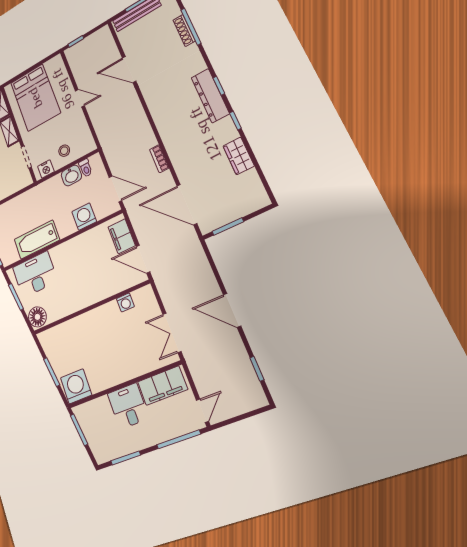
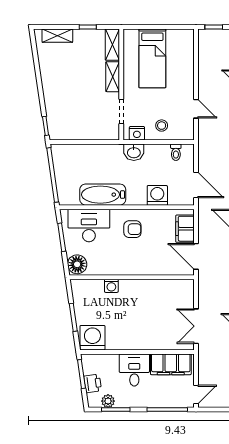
bed: (35, 98) -> (152, 58), width x0.67
door: (80, 98) -> (196, 109), moved
washbasin: (71, 176) -> (134, 152), moved
armchair: (74, 260) -> (132, 229), added
washing machine: (125, 303) -> (111, 286), moved
printer: (93, 436) -> (93, 383), added
plant: (115, 451) -> (108, 401), added

